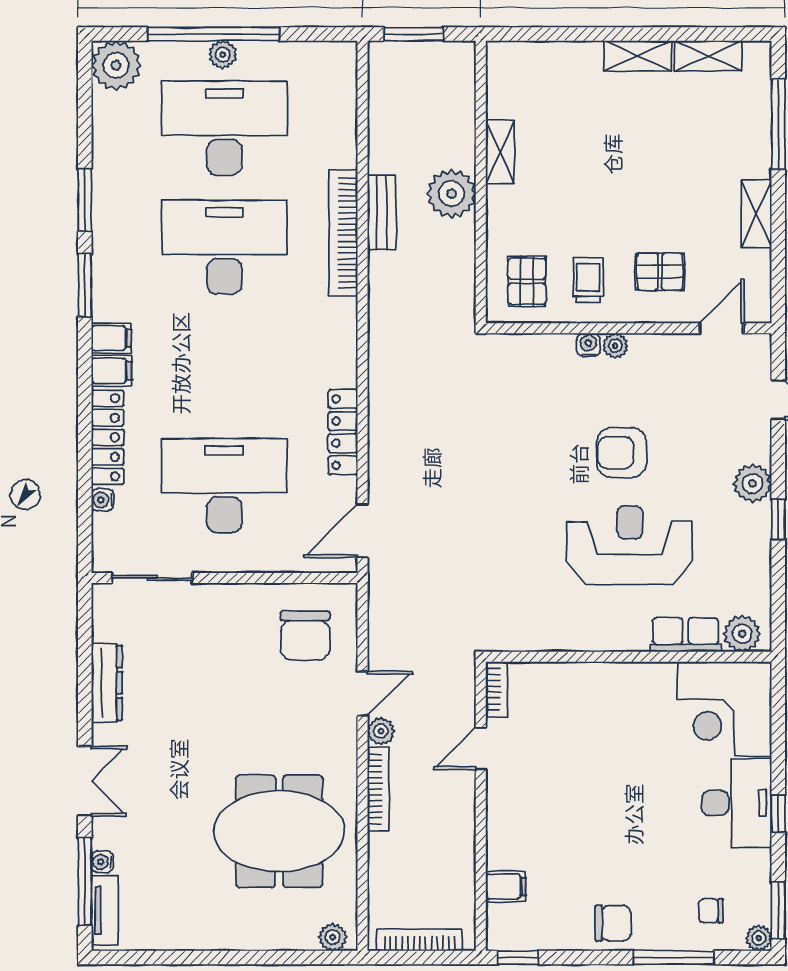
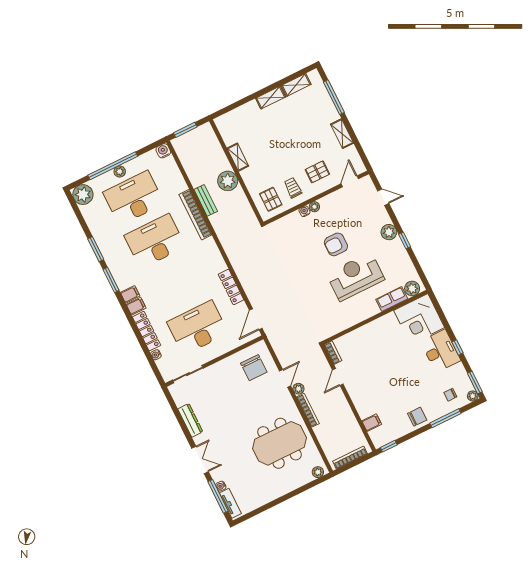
water cooler: (342, 56) -> (163, 151), added

